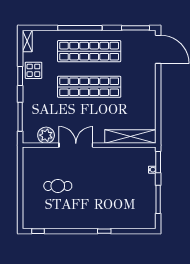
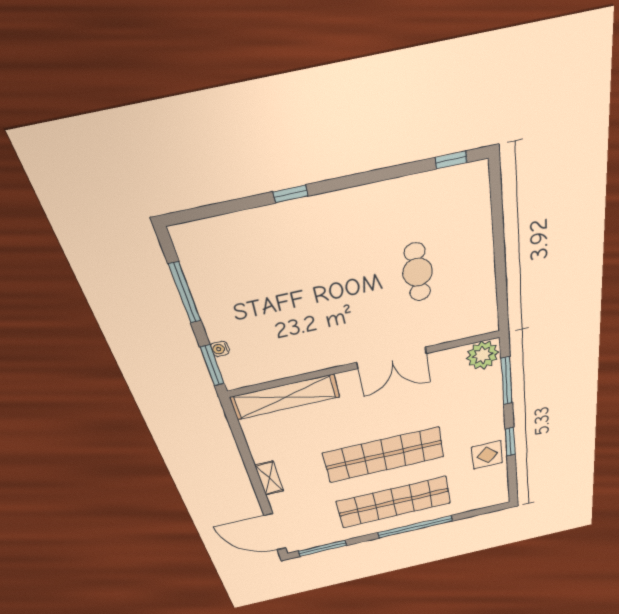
shelving: (27, 41) -> (269, 478), moved
plant: (46, 135) -> (483, 355), moved
cafe table: (58, 186) -> (417, 272), turned 90

